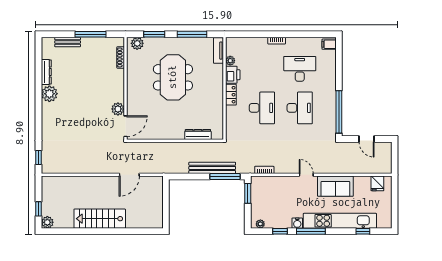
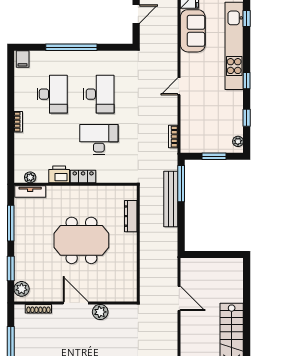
plant: (230, 61) -> (30, 177), moved
desk: (300, 69) -> (52, 94), turned 180
meeting table: (173, 77) -> (81, 240), moved
desk: (300, 108) -> (99, 94), turned 90
window: (339, 112) -> (71, 47), moved
door: (125, 126) -> (76, 303), moved
sofa: (335, 186) -> (193, 31), moved
window: (248, 193) -> (214, 156), moved
water cooler: (297, 223) -> (237, 97), removed
window: (311, 231) -> (247, 81), width x0.46

